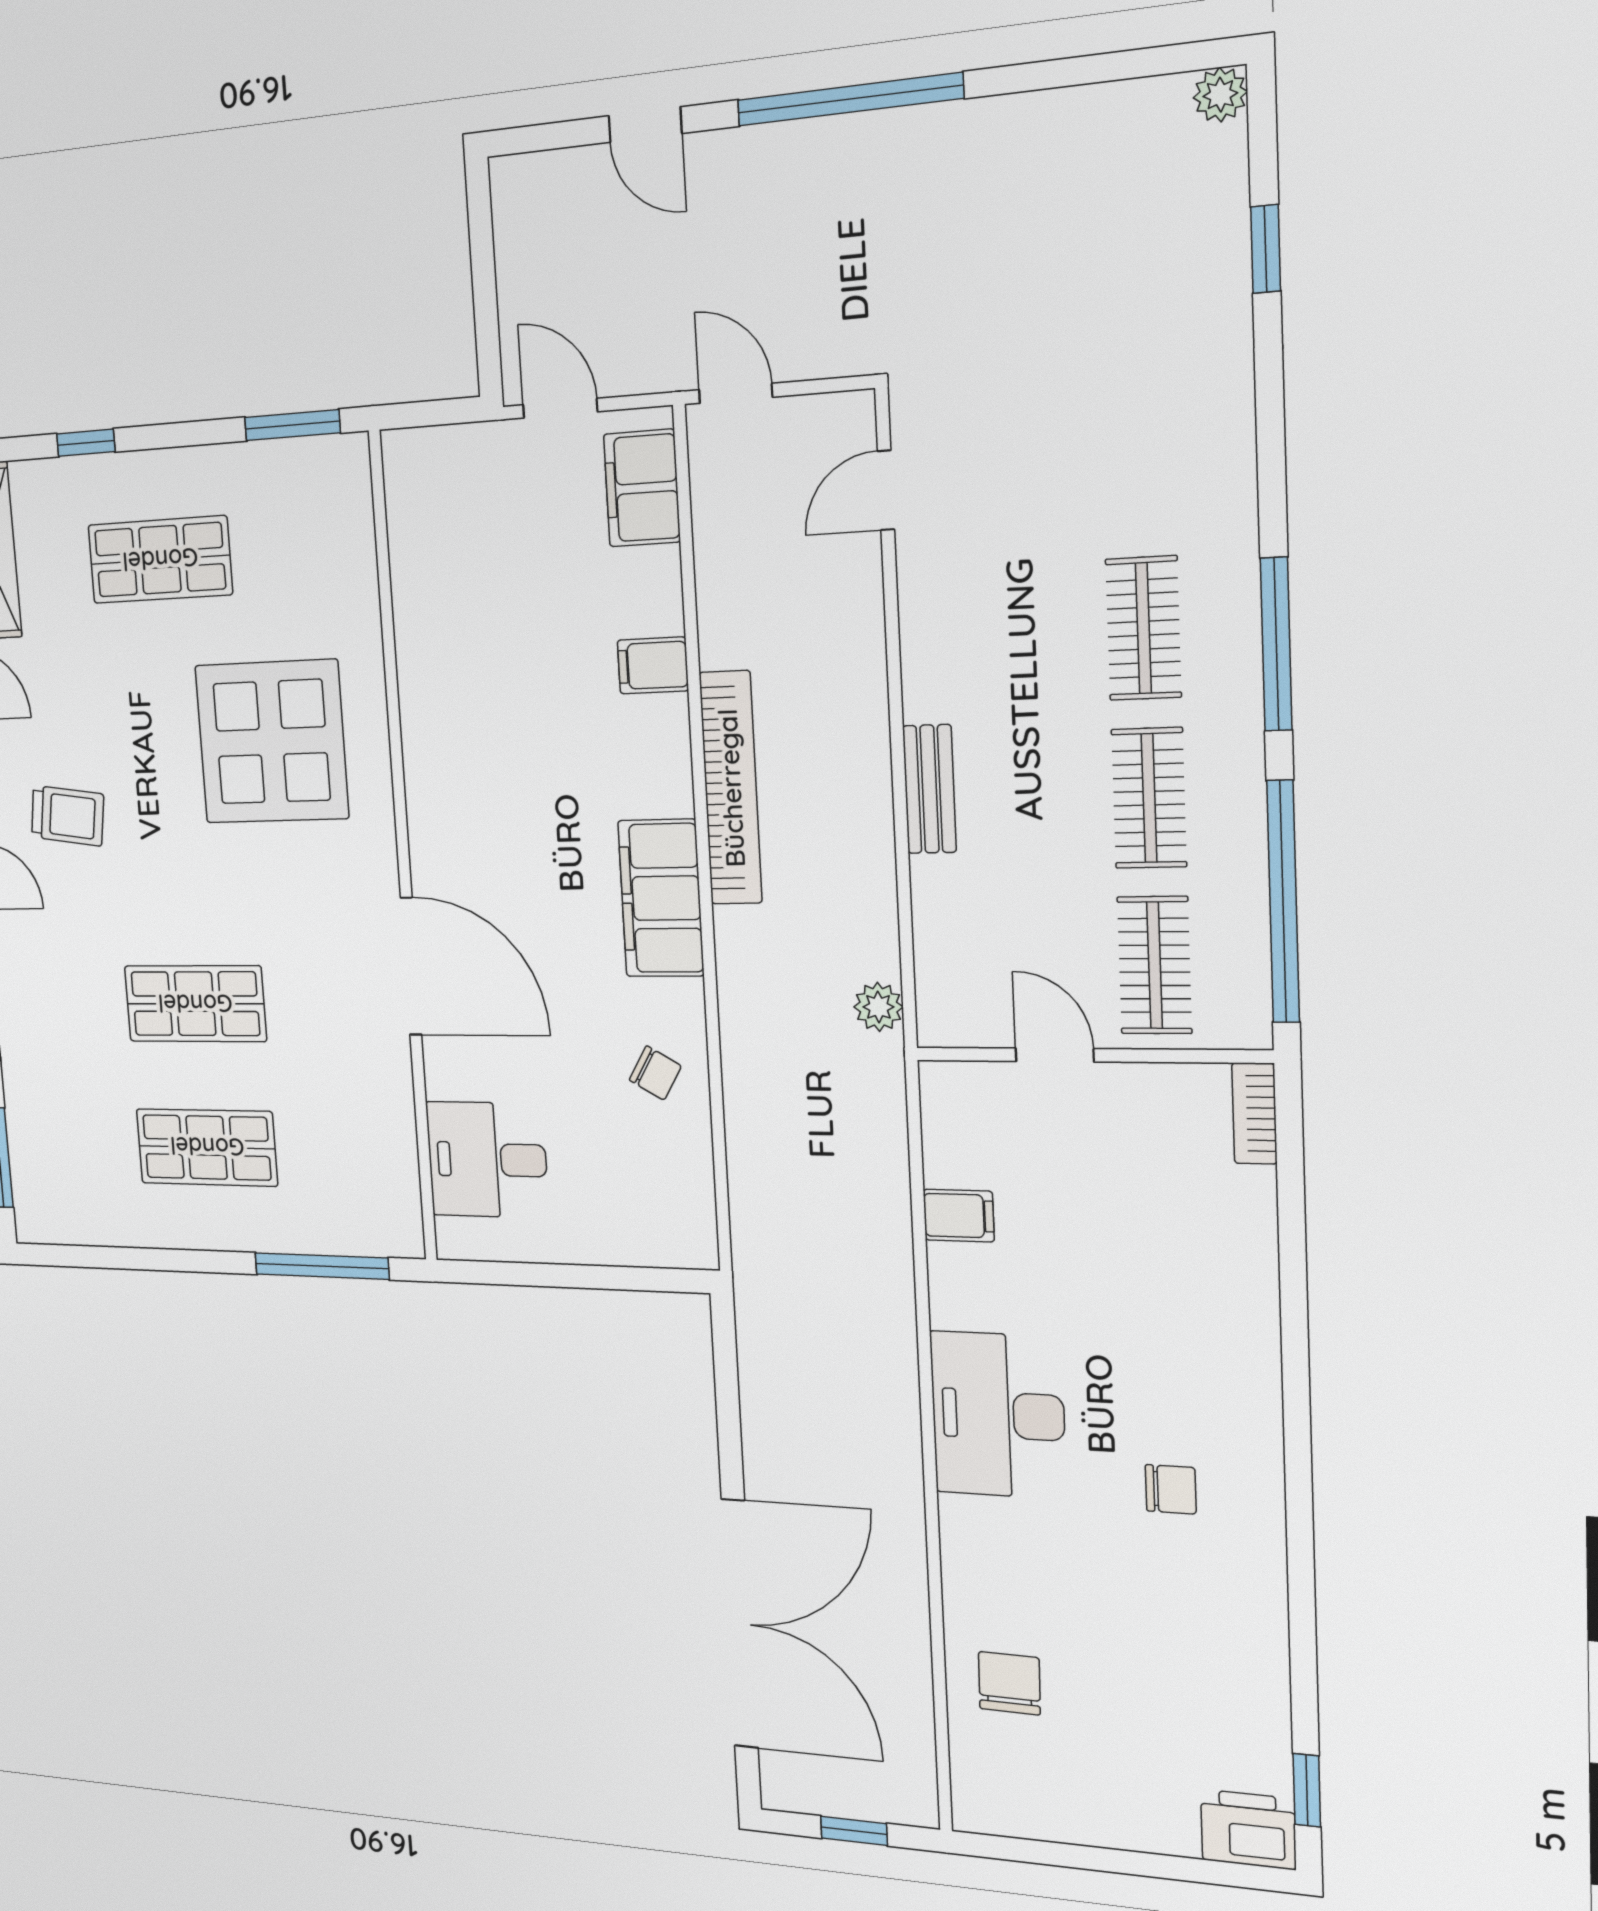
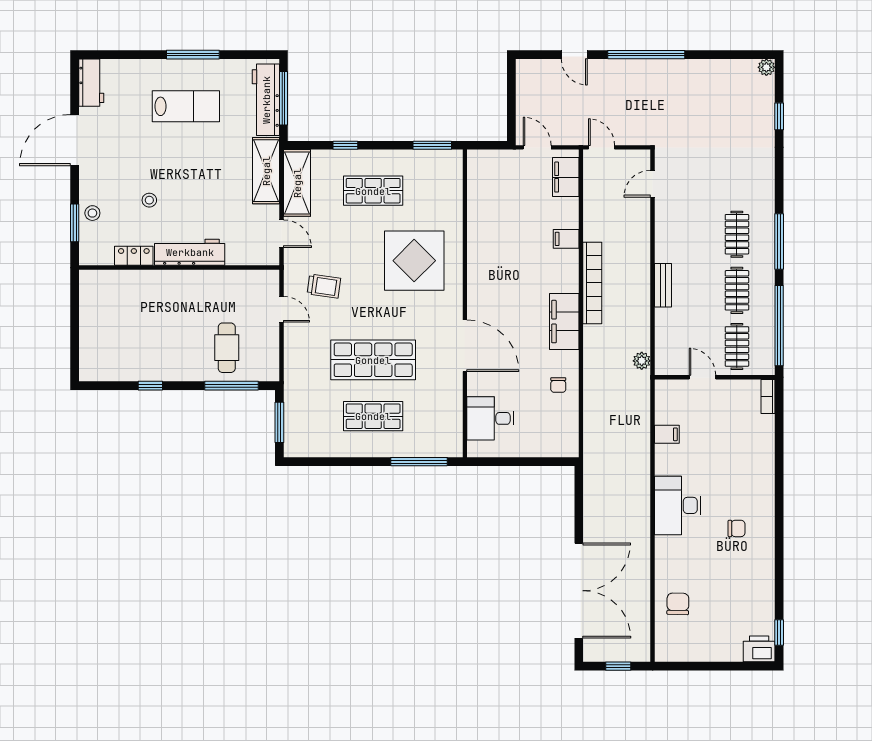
shop shelf: (195, 1004) -> (373, 360), width x1.43, depth x1.36
chair: (655, 1073) -> (558, 385), turned 60

